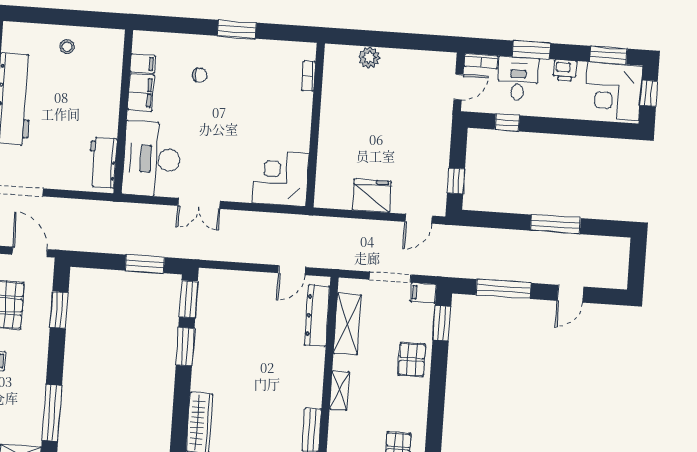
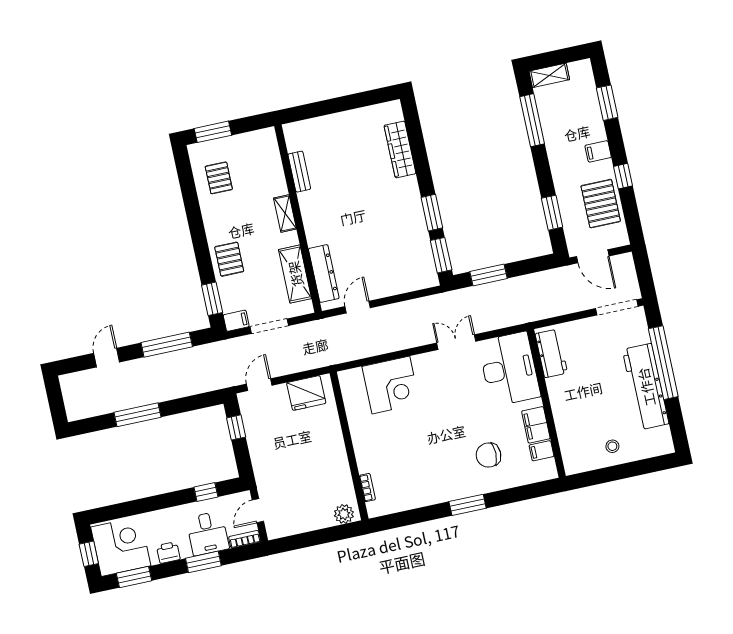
chair: (200, 75) -> (488, 455), width x1.87, depth x1.87
bookcase: (309, 76) -> (367, 488), moved
wall: (315, 125) -> (349, 446), moved

